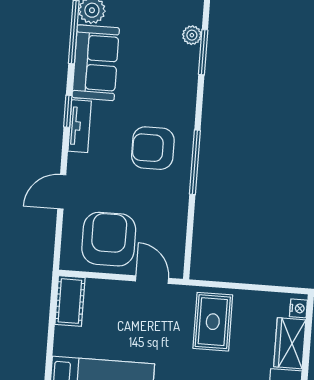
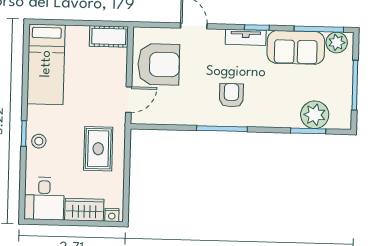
plant: (192, 35) -> (315, 115), width x1.88, depth x1.88
armchair: (153, 148) -> (231, 95), width x0.72, depth x0.72
rug: (213, 322) -> (98, 149), turned 90

